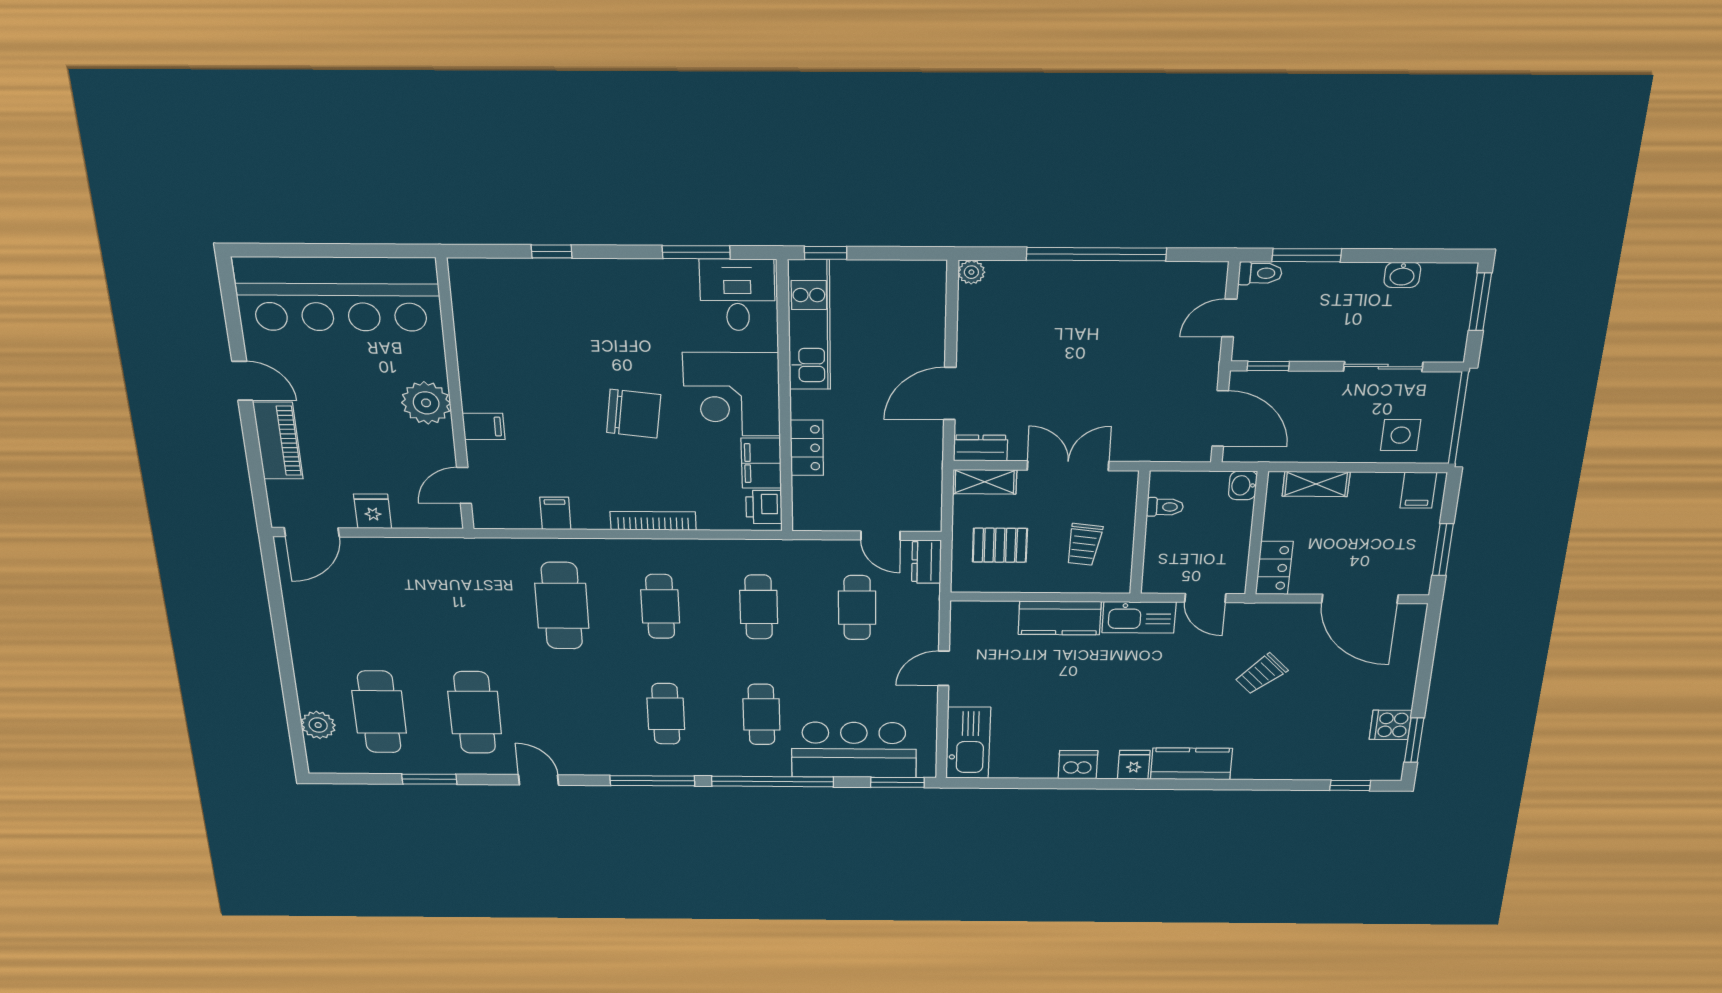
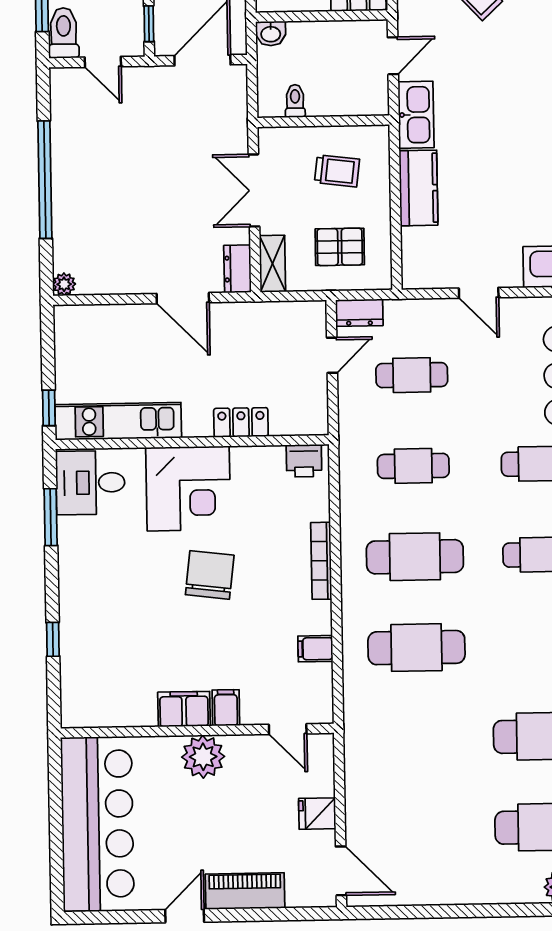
toilet: (1260, 273) -> (64, 33), width x1.37, depth x1.39
filing cabinet: (761, 463) -> (184, 709), moved, turned 180
pallet: (1000, 545) -> (340, 247), turned 90
cafe table: (660, 606) -> (415, 557), width x1.37, depth x1.35

